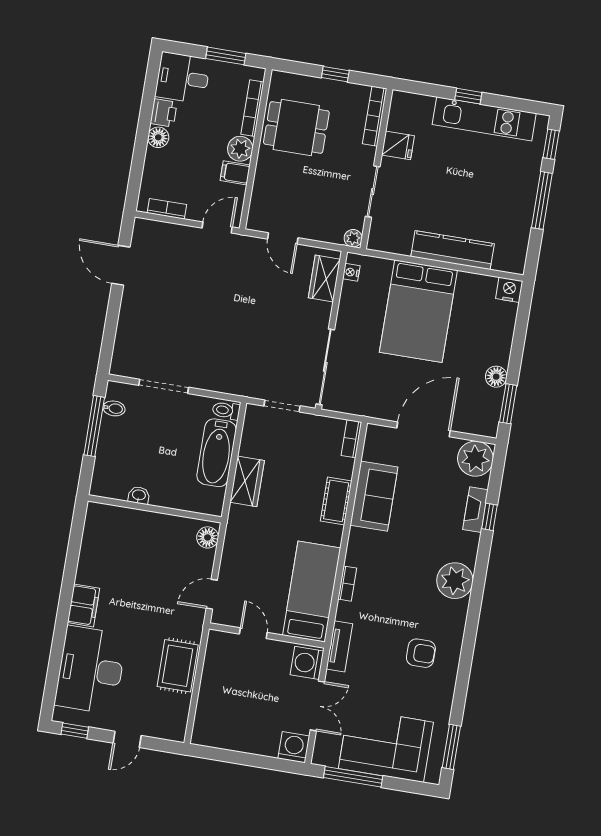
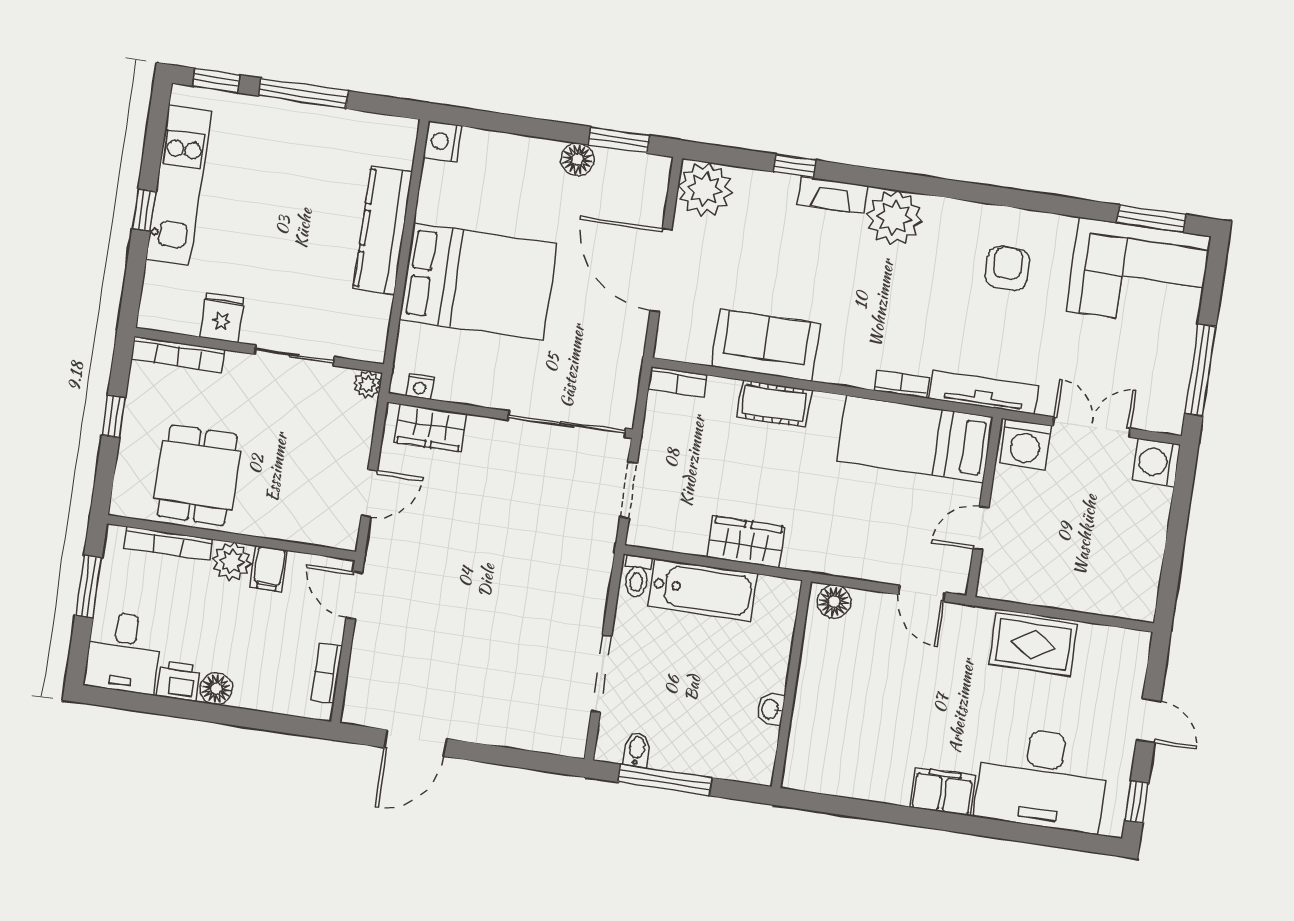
fireplace: (475, 510) -> (832, 195), moved
tv unit: (339, 646) -> (984, 392), width x1.41
corner sofa: (386, 745) -> (1138, 274), moved, turned -90

